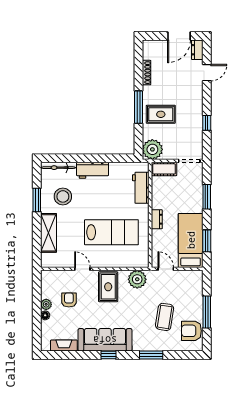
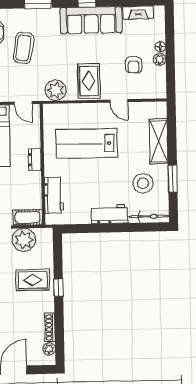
plant: (148, 54) -> (49, 349), added
window: (138, 107) -> (58, 288), width x0.46
plant: (152, 149) -> (24, 240), moved

